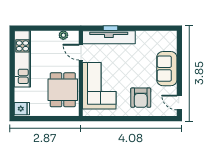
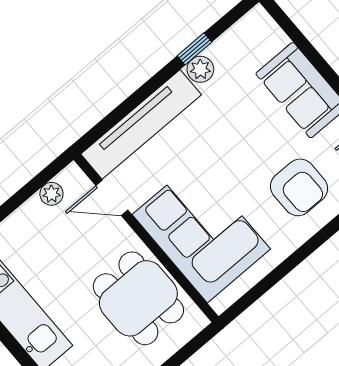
window: (111, 28) -> (195, 49), moved
plant: (141, 36) -> (200, 69), added

